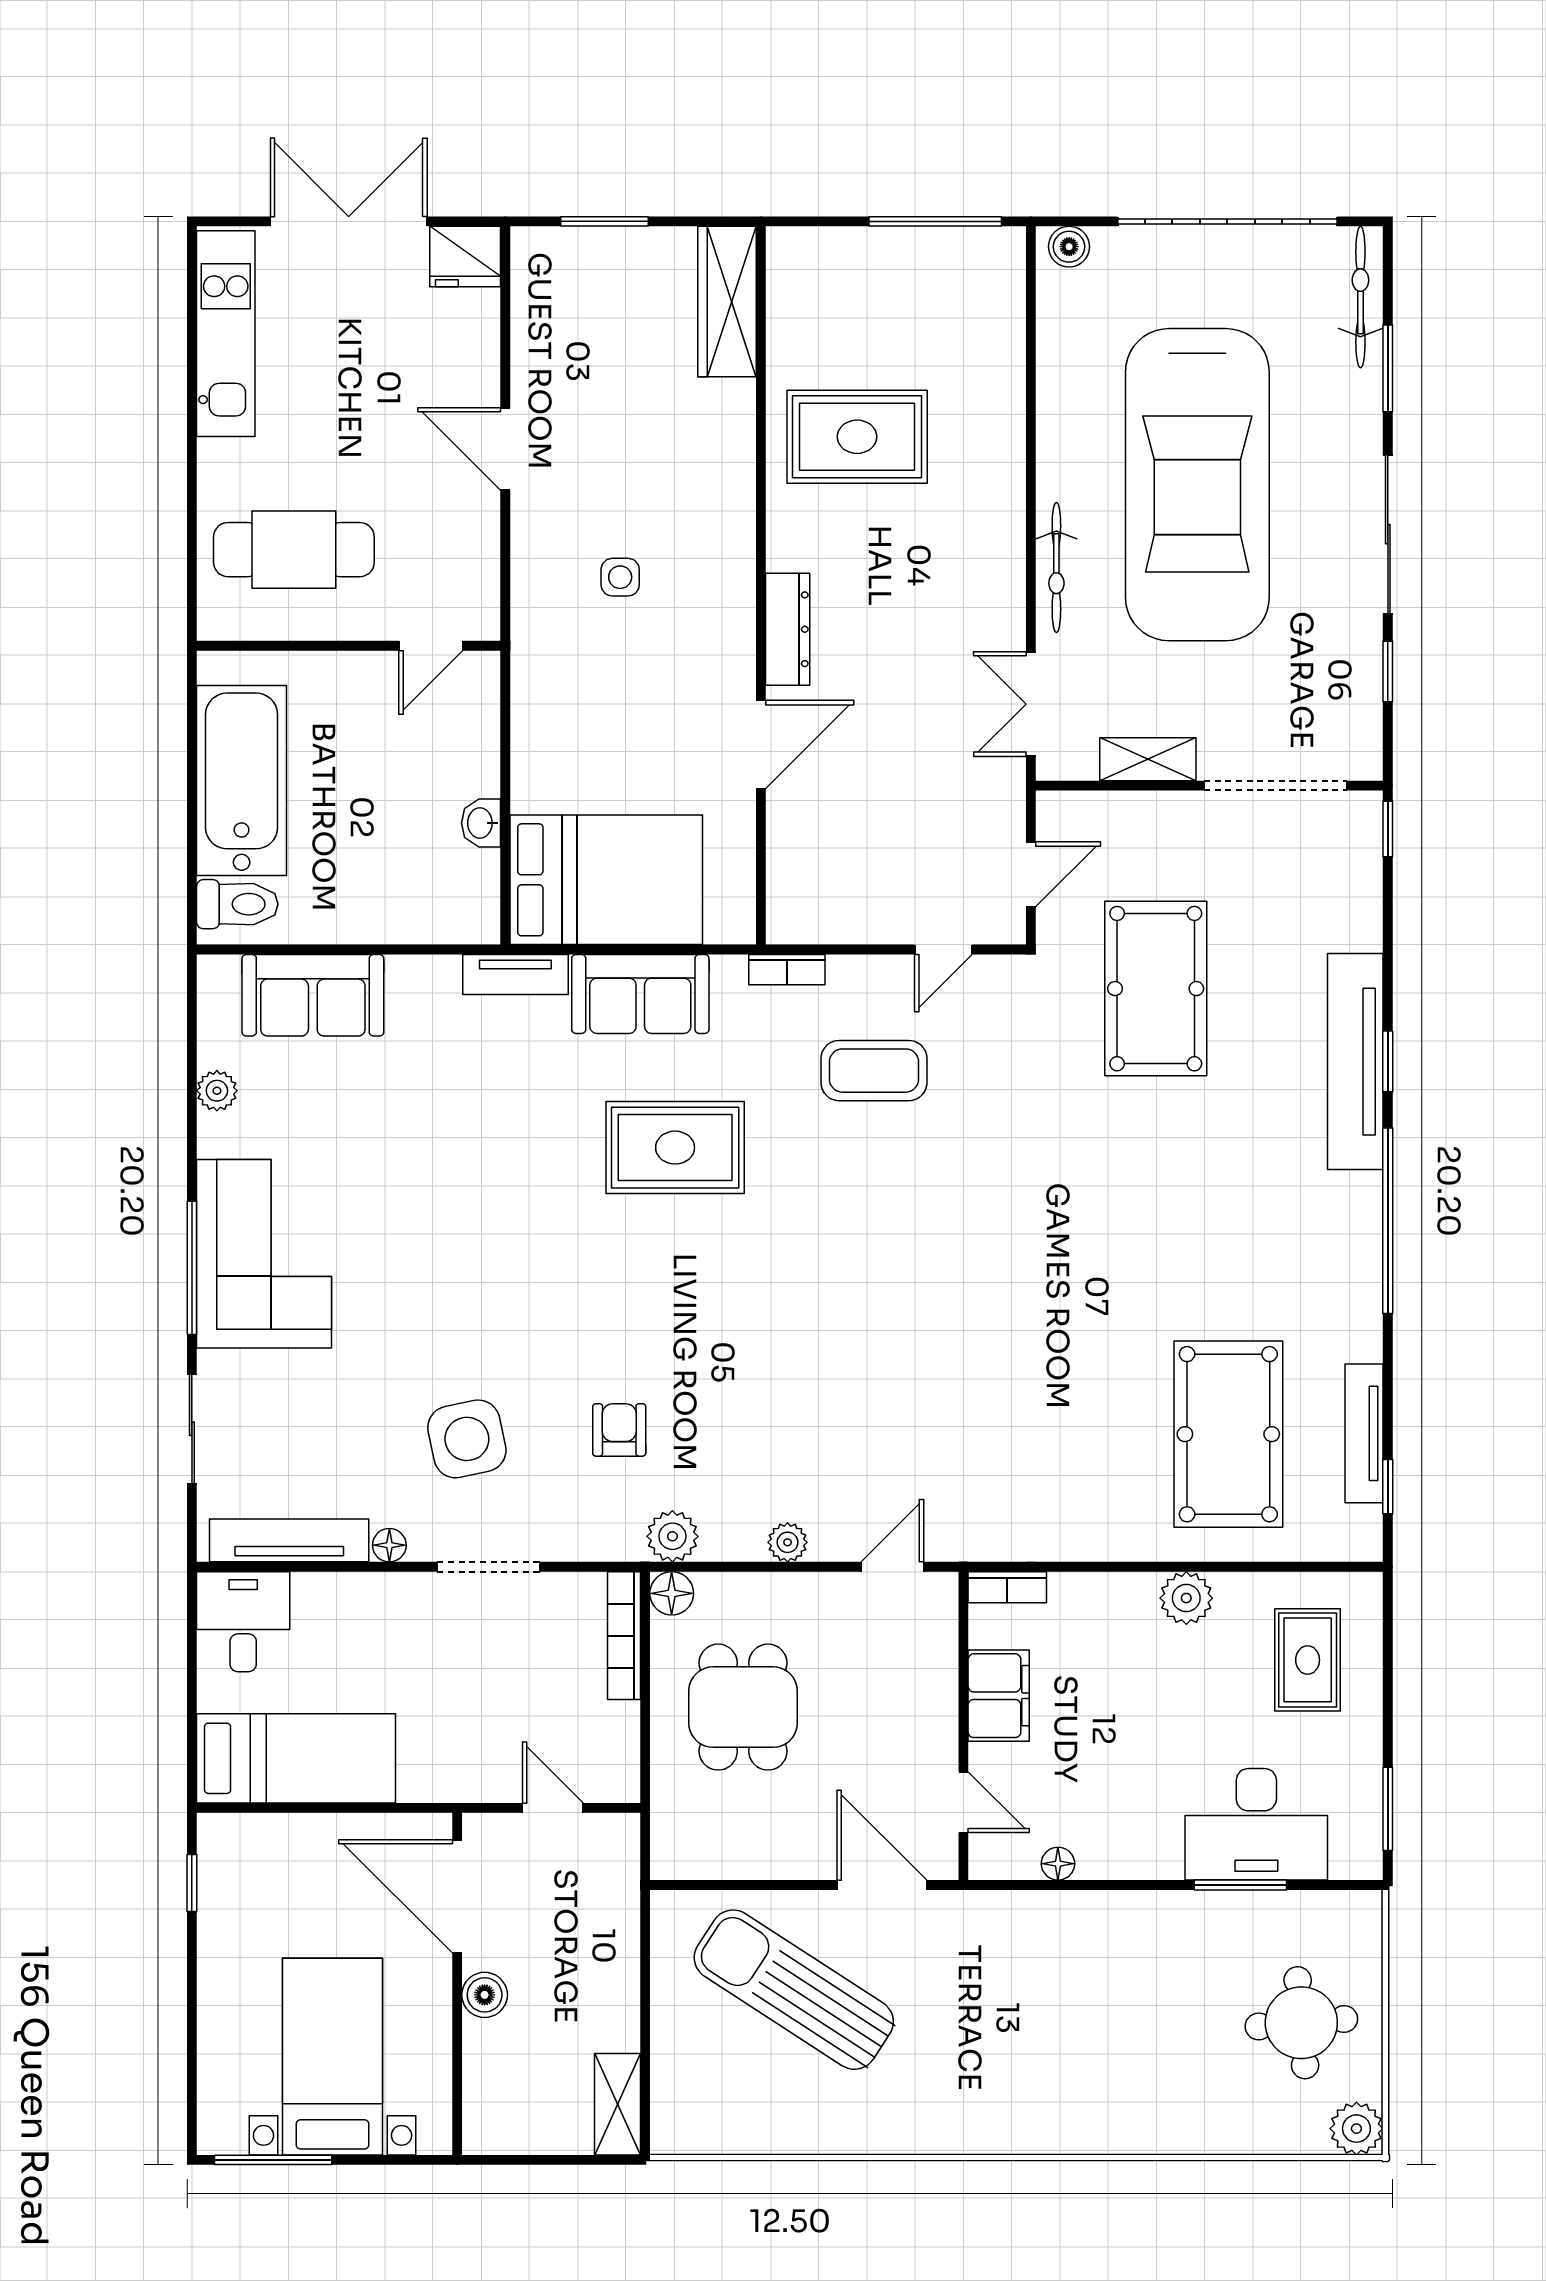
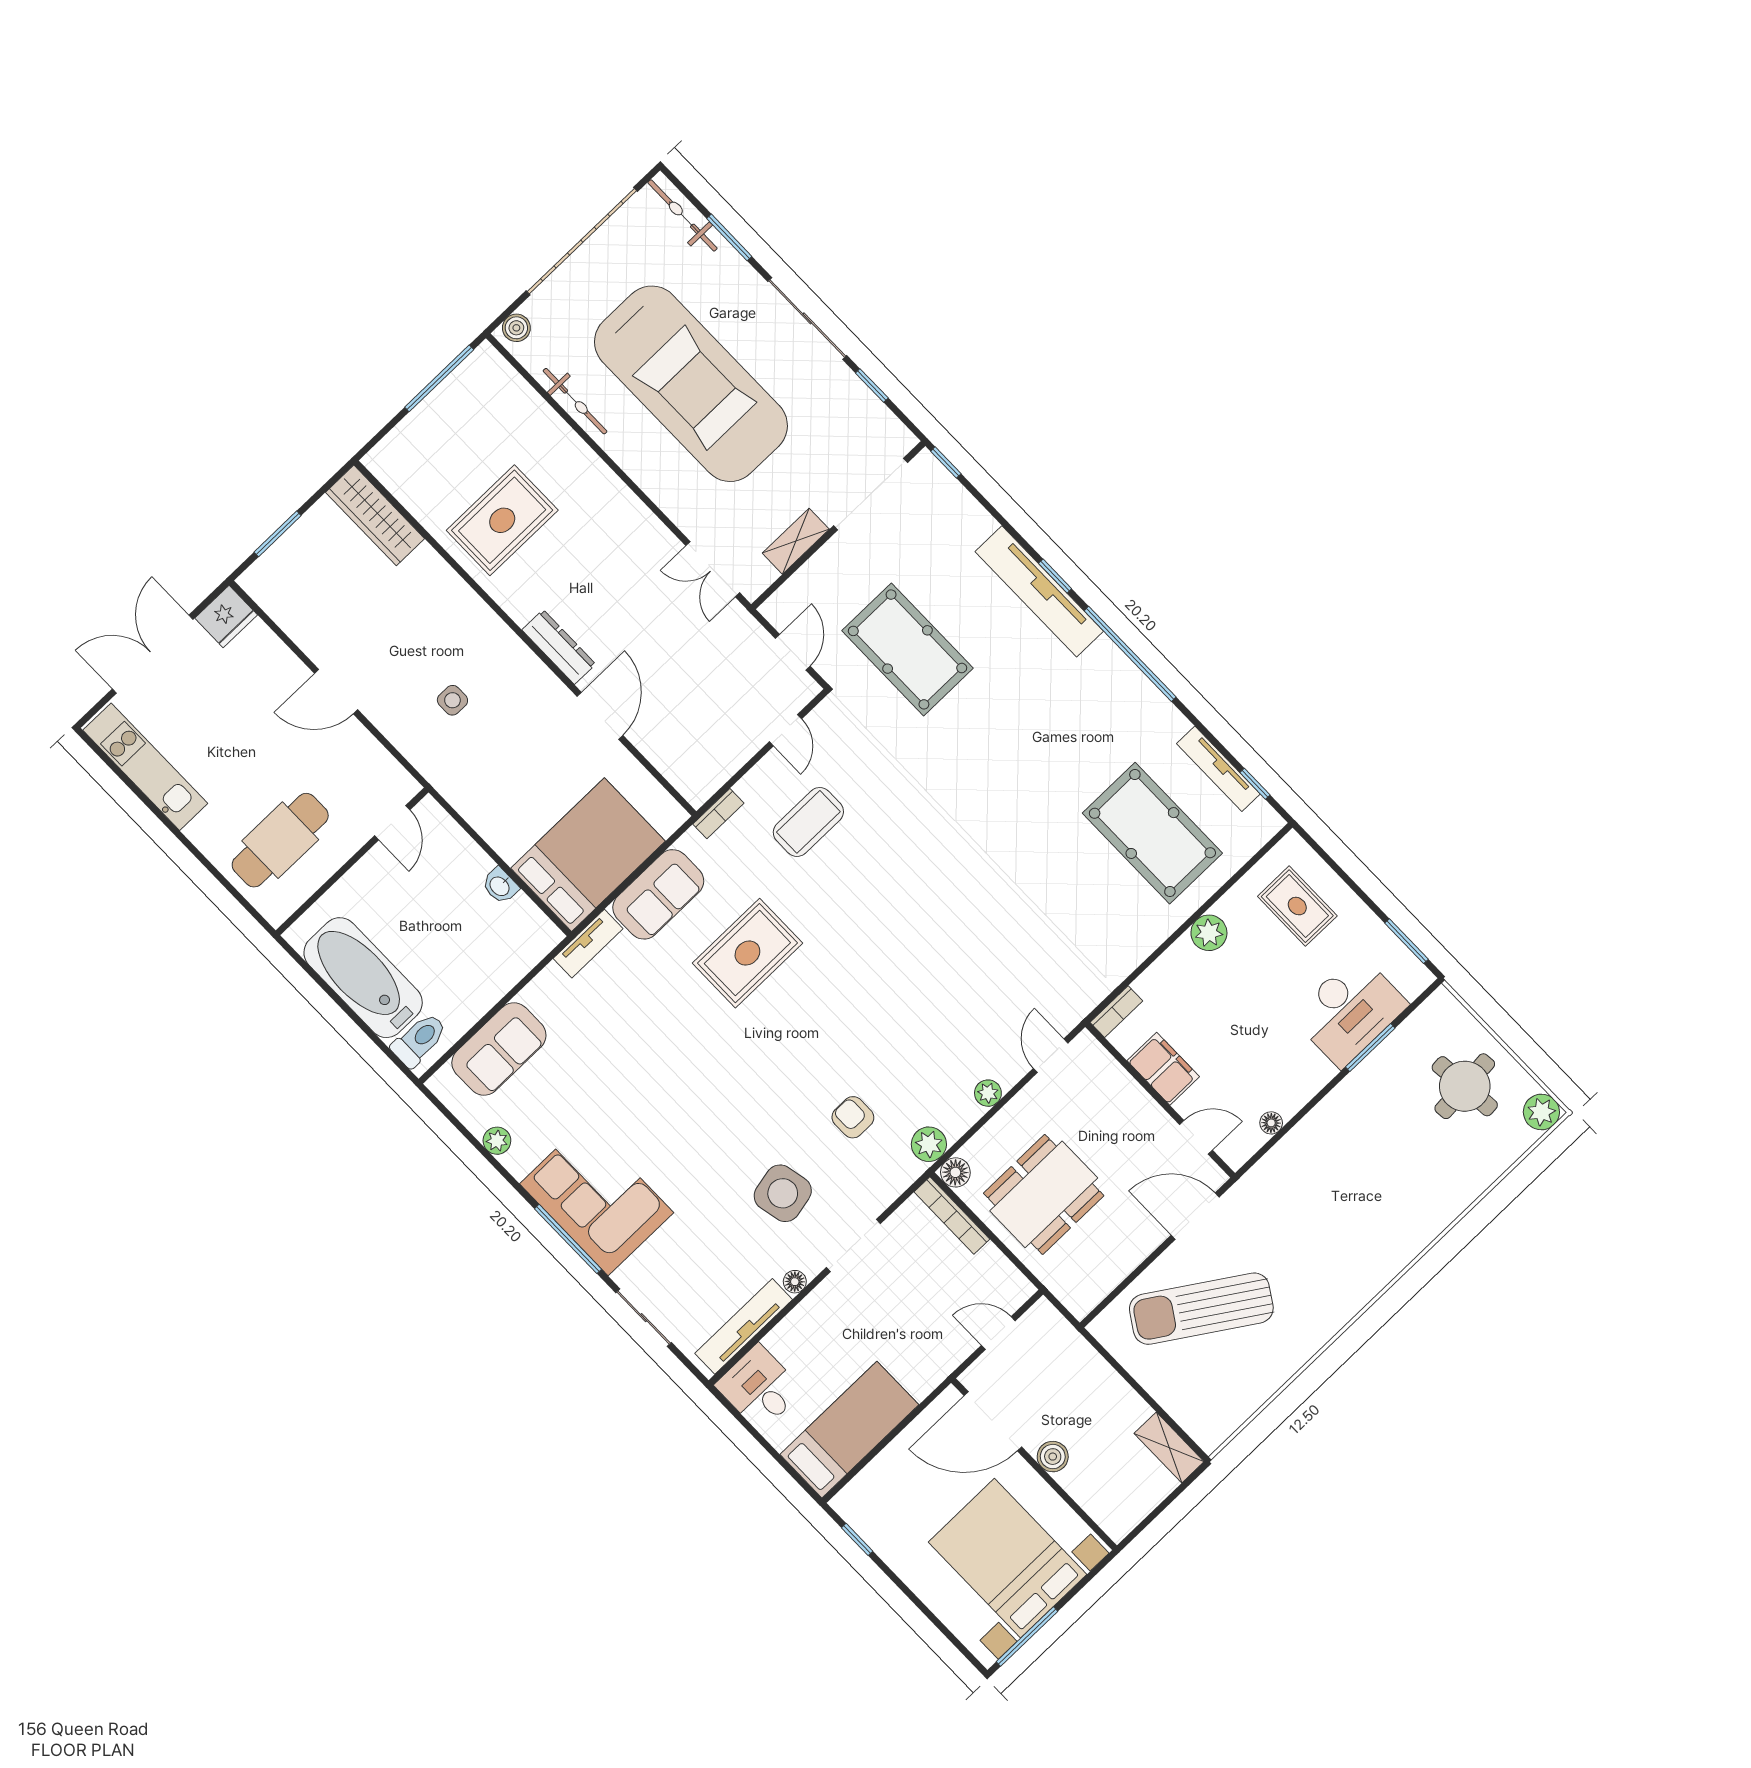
bicycle: (1056, 568) -> (575, 401), moved
dining table: (743, 1707) -> (1044, 1194), width x1.38
bed with nightstands: (333, 2057) -> (1007, 1558), width x1.36

